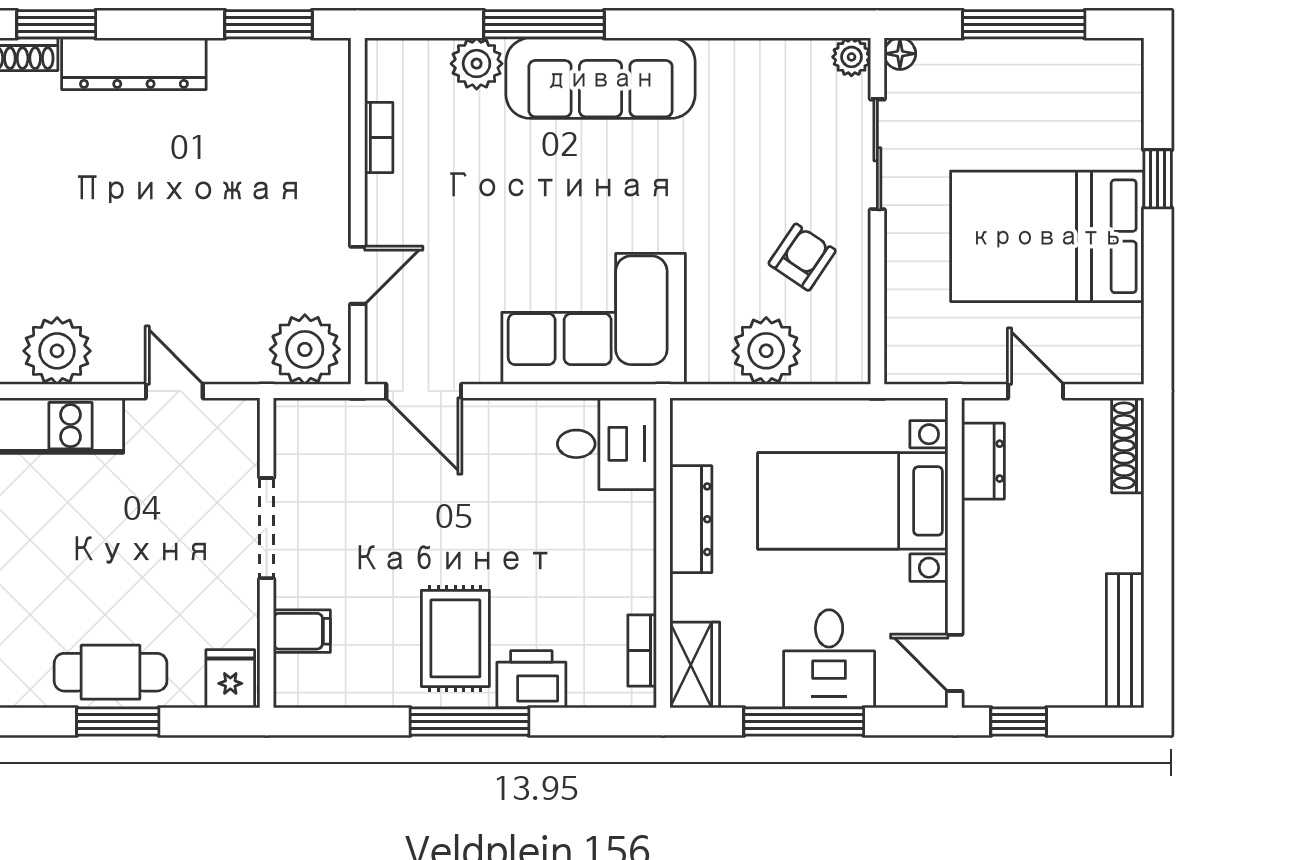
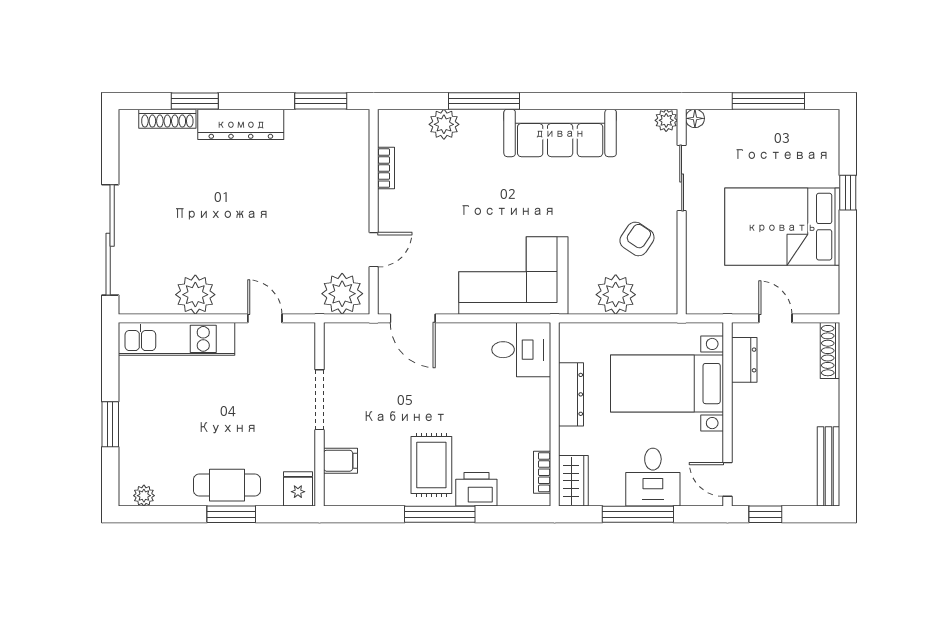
sofa: (601, 78) -> (560, 133), moved

